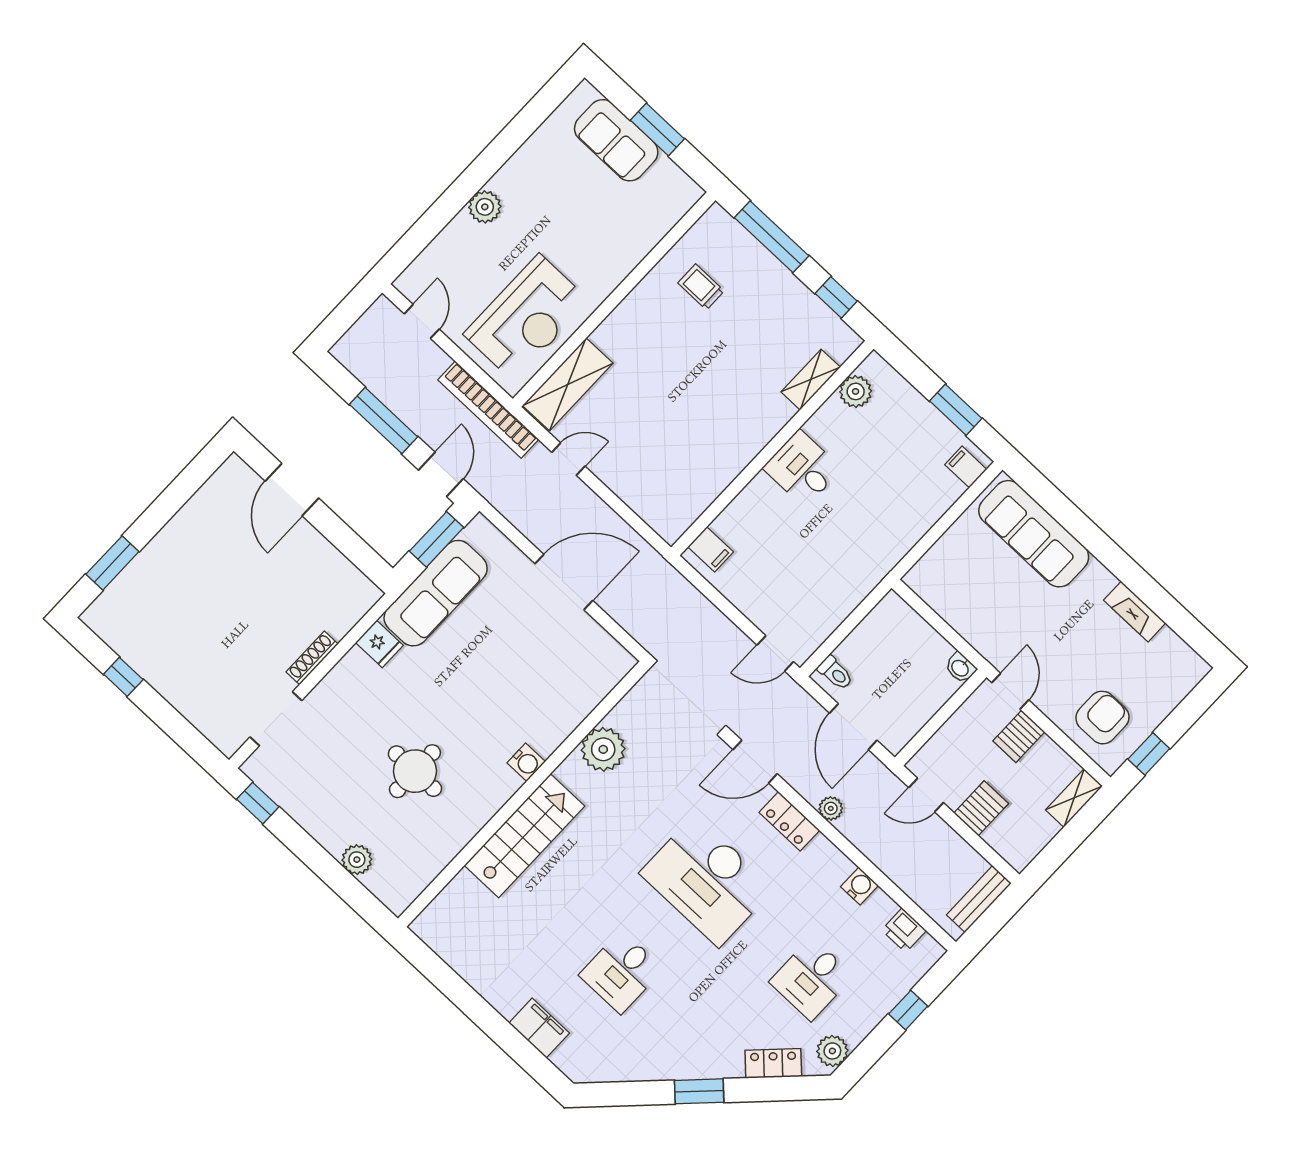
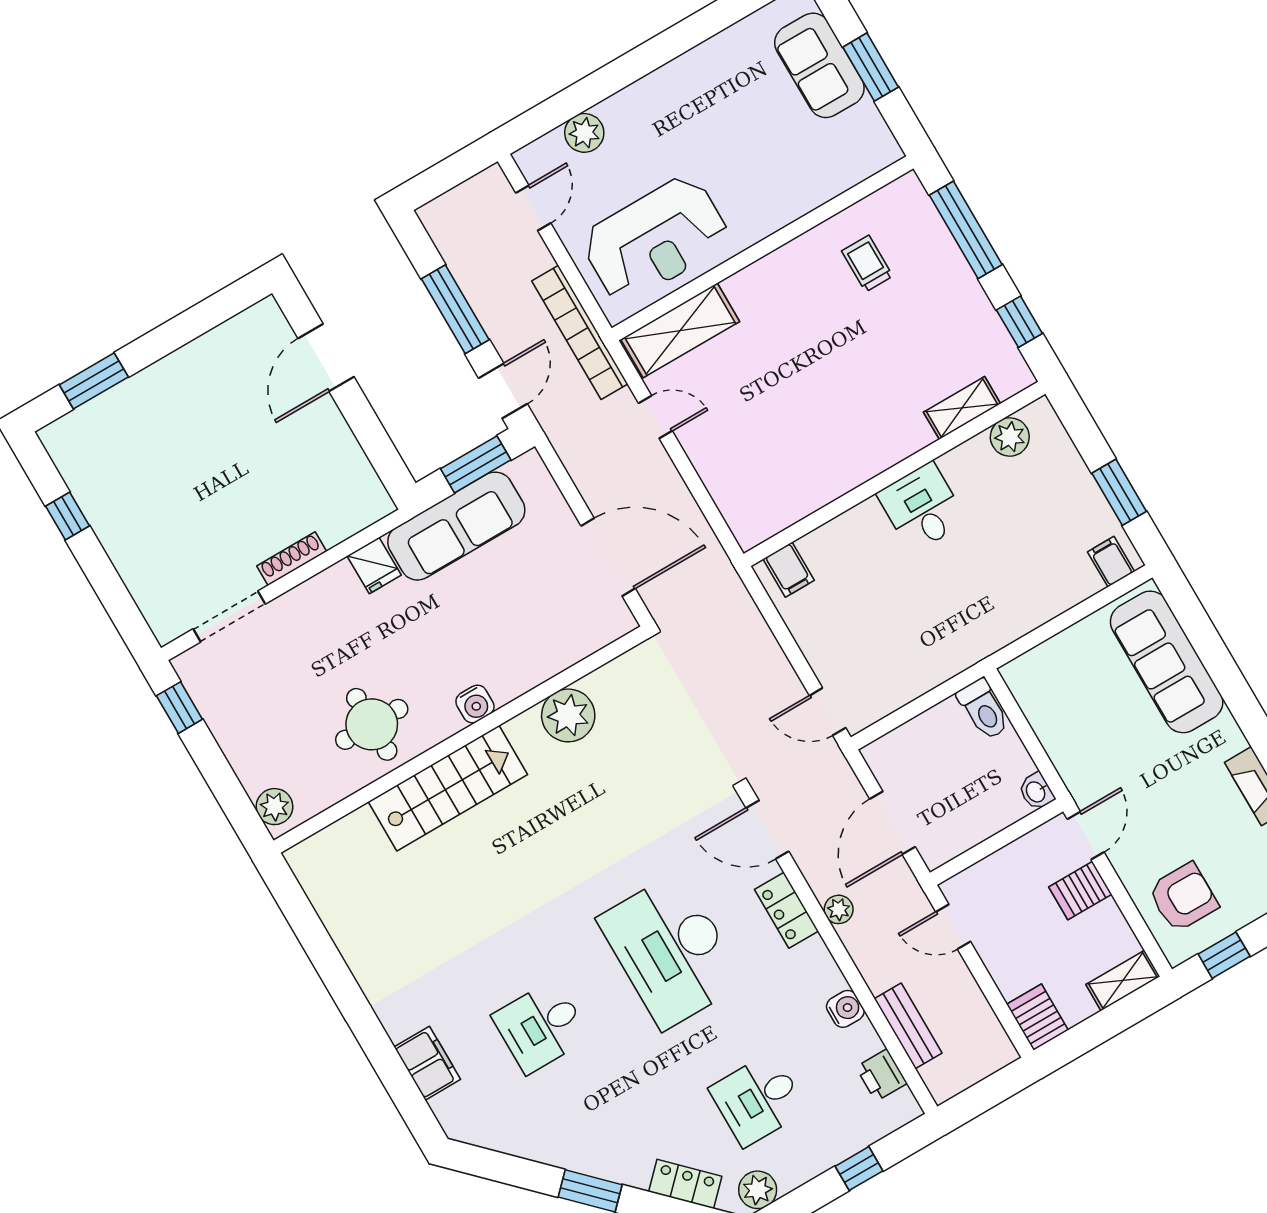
plant: (485, 207) -> (584, 133), moved
toilet: (835, 673) -> (984, 709), moved, width x1.37, depth x1.39
plant: (603, 749) -> (568, 715), moved
water cooler: (526, 762) -> (475, 704), moved
wall: (523, 794) -> (461, 740), moved
server rack: (981, 808) -> (1037, 1017), moved, turned -90
stairs: (524, 836) -> (448, 788), moved
bench: (979, 899) -> (908, 1026), moved, turned 90

